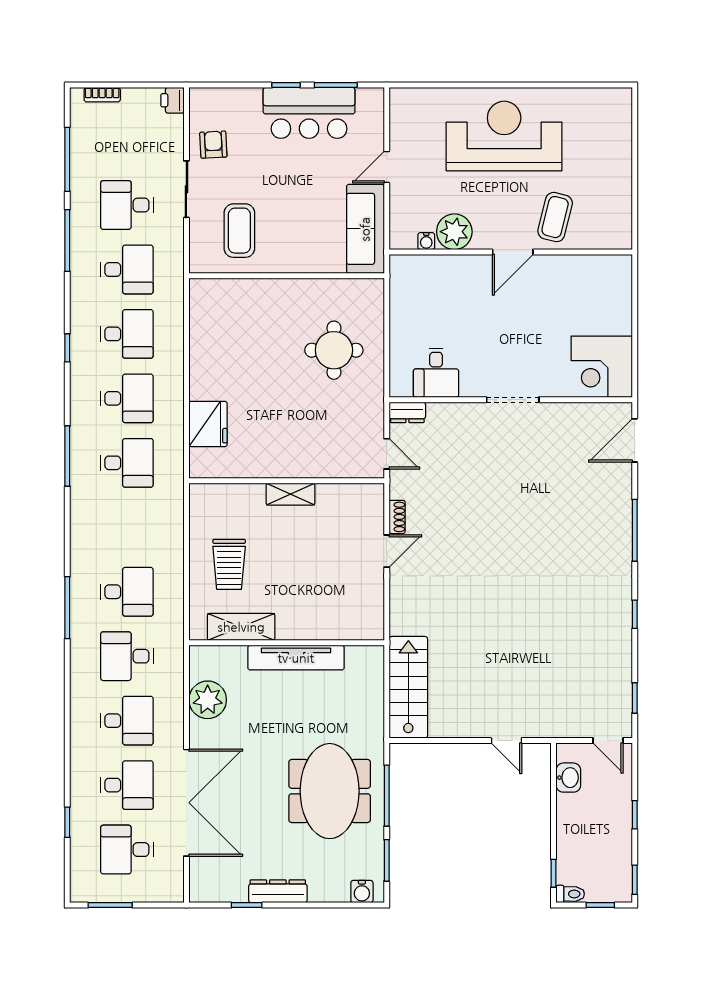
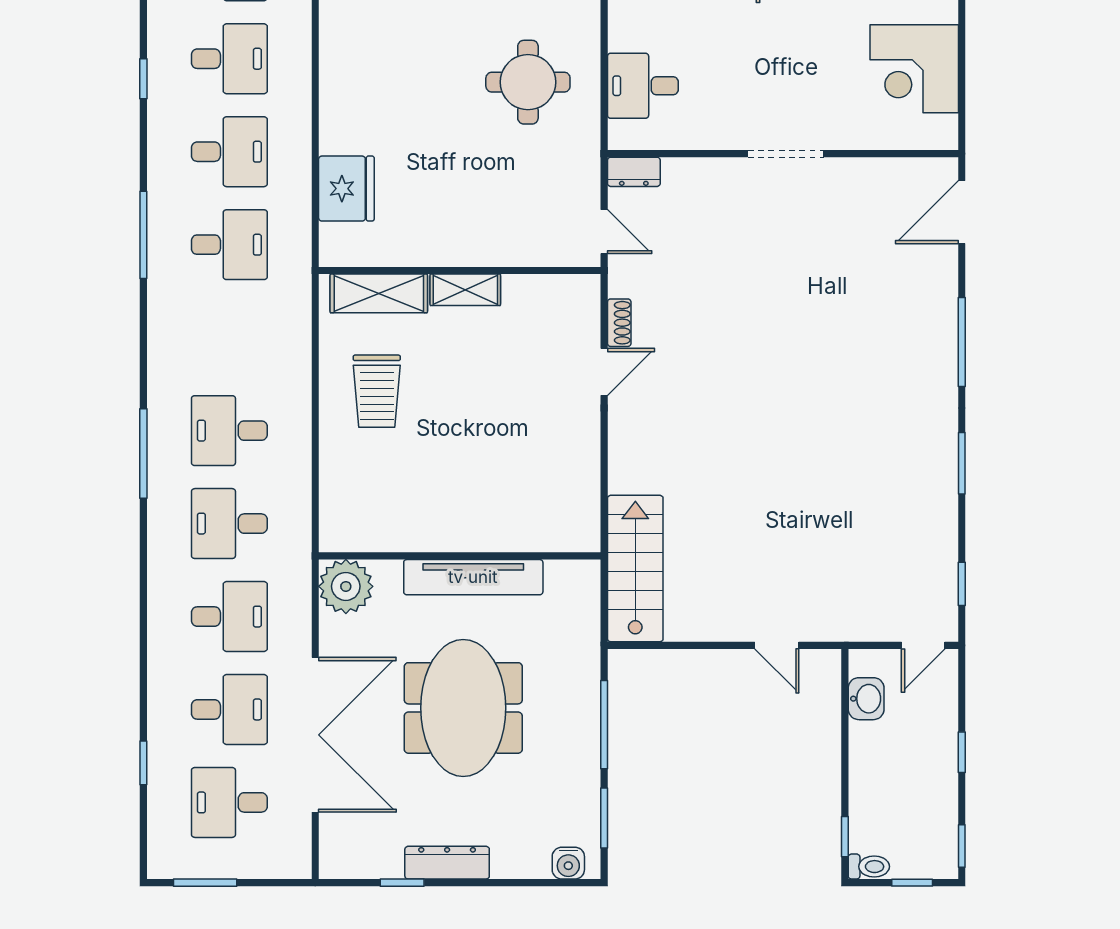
corner desk: (602, 367) -> (914, 69), moved
desk: (436, 373) -> (643, 86), moved, turned 90
desk: (127, 592) -> (229, 431), turned 180
window: (635, 614) -> (962, 463), width x1.50
shelving: (241, 627) -> (379, 293), moved
wall: (287, 643) -> (460, 556), moved
tv unit: (296, 658) -> (473, 577), moved
door: (608, 741) -> (923, 645), hinge flipped
meeting table: (330, 791) -> (463, 708), moved

